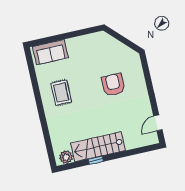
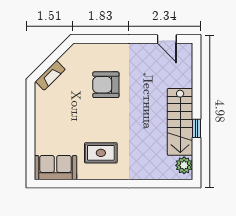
fireplace: (111, 41) -> (50, 75), added
sofa: (50, 52) -> (56, 168), moved, turned -90

